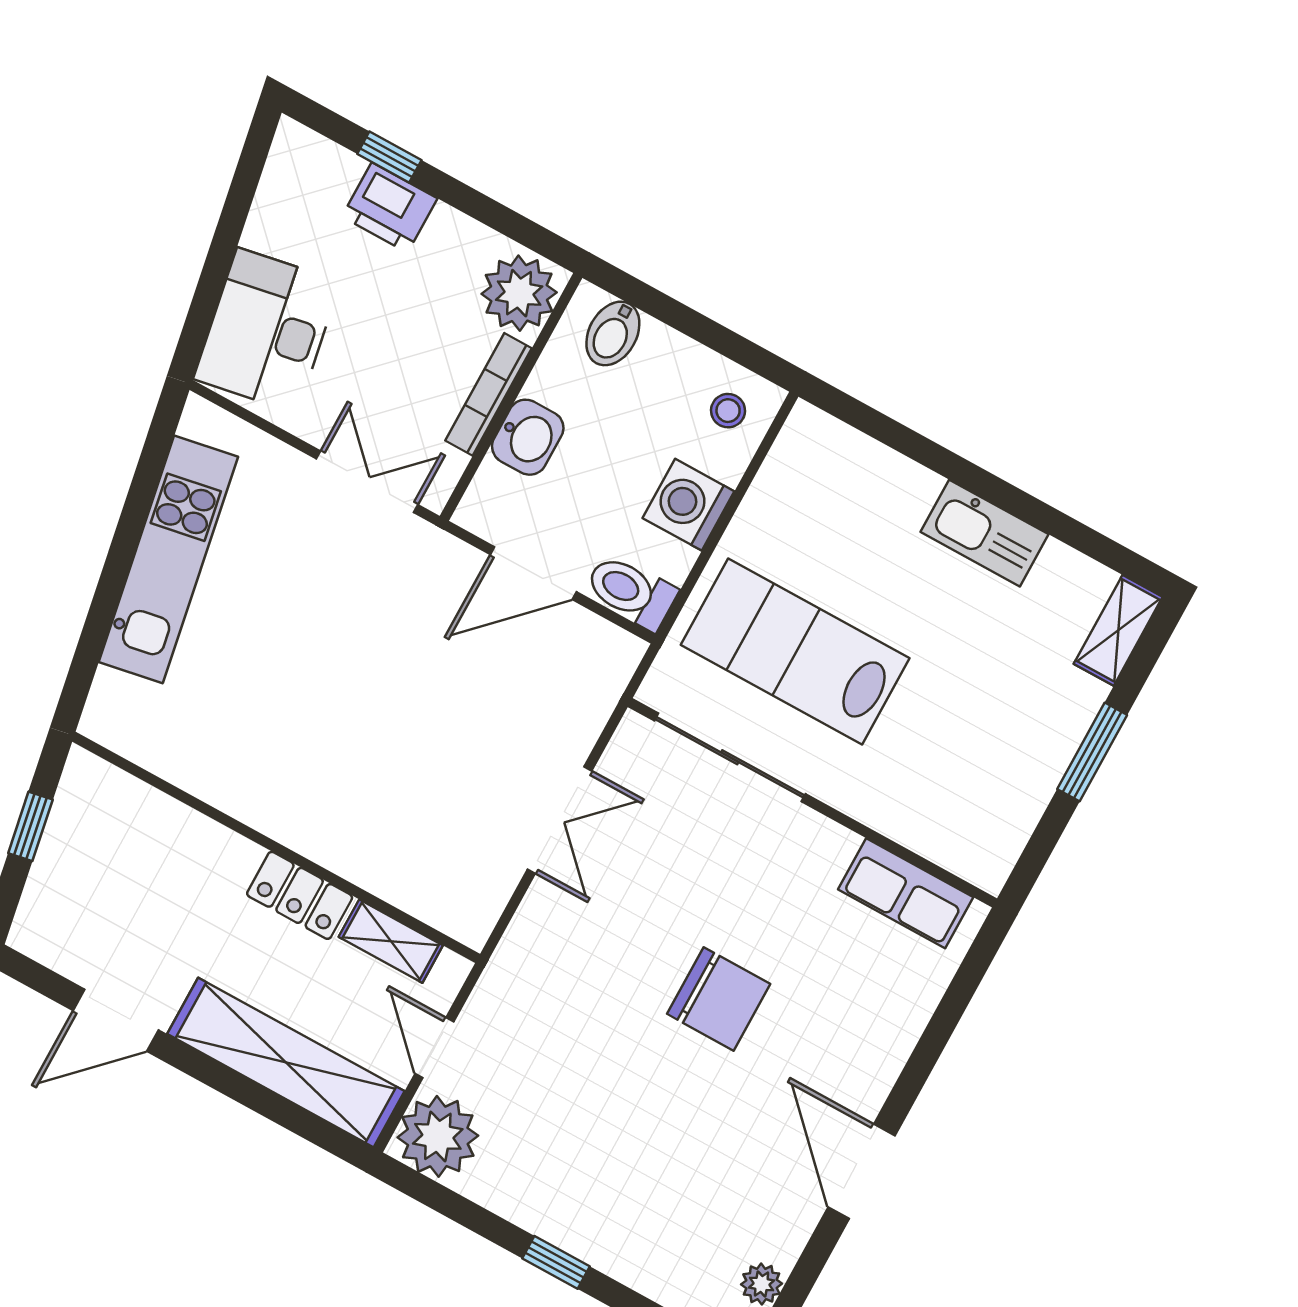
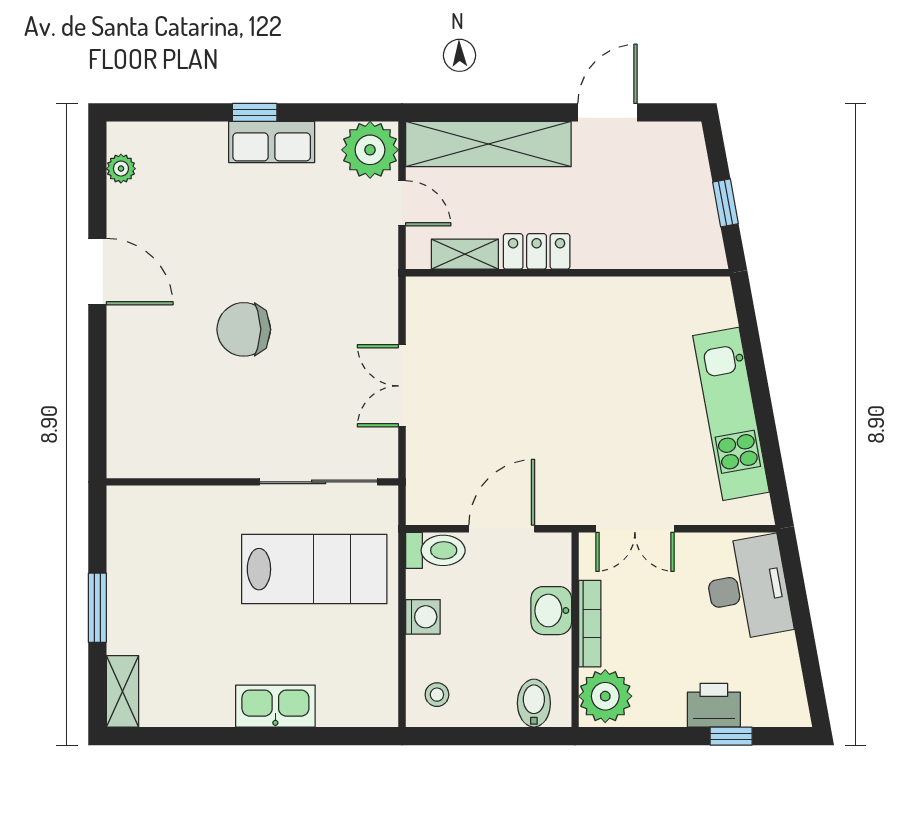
washing machine: (688, 505) -> (423, 617), width x0.73, depth x0.73
kitchen sink: (985, 533) -> (275, 706), moved
row of seats: (906, 893) -> (272, 142), moved, turned 180

